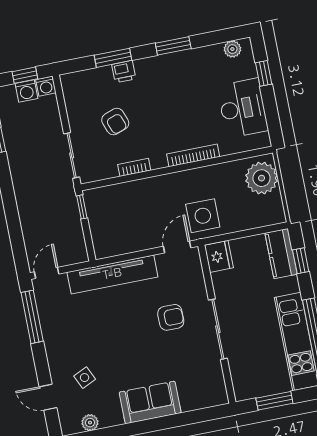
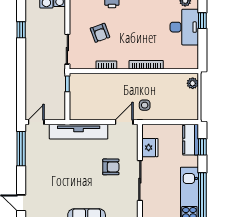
desk: (243, 108) -> (184, 27), moved
plant: (262, 178) -> (193, 83), width x0.53, depth x0.53
side table: (203, 216) -> (145, 105), width x0.54, depth x0.54
fridge: (219, 256) -> (150, 148), moved
side table: (85, 378) -> (47, 195), removed

